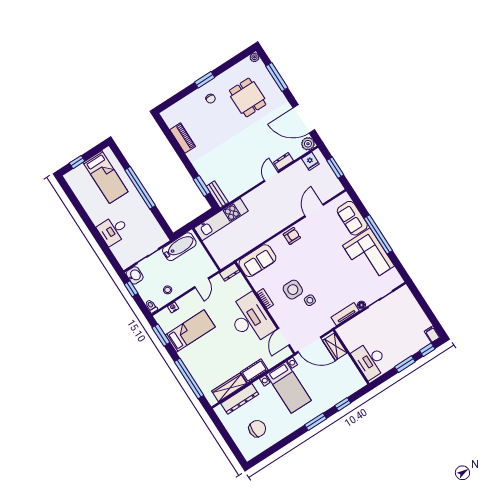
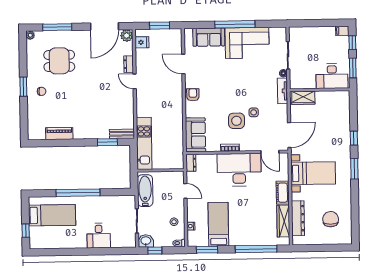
wardrobe: (335, 347) -> (303, 98), moved
wall: (351, 357) -> (320, 90), moved
desk: (370, 360) -> (332, 76), moved

